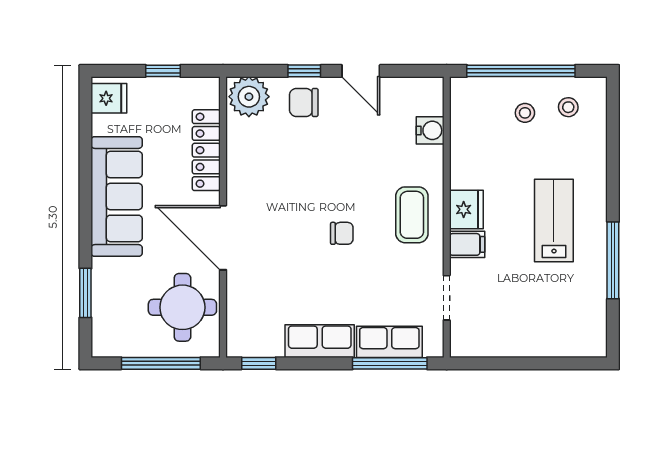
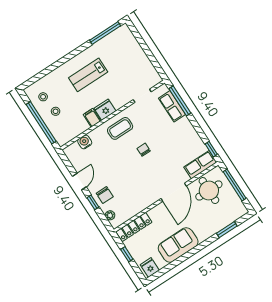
plant: (249, 97) -> (110, 215), width x0.53, depth x0.53
locker: (206, 150) -> (134, 227), moved
sofa: (117, 196) -> (178, 245), width x0.73
filing cabinet: (467, 244) -> (92, 118), moved
window: (613, 260) -> (105, 33), moved
row of seats: (320, 341) -> (200, 165), moved, turned 90

